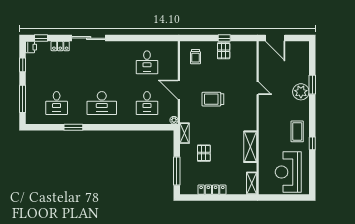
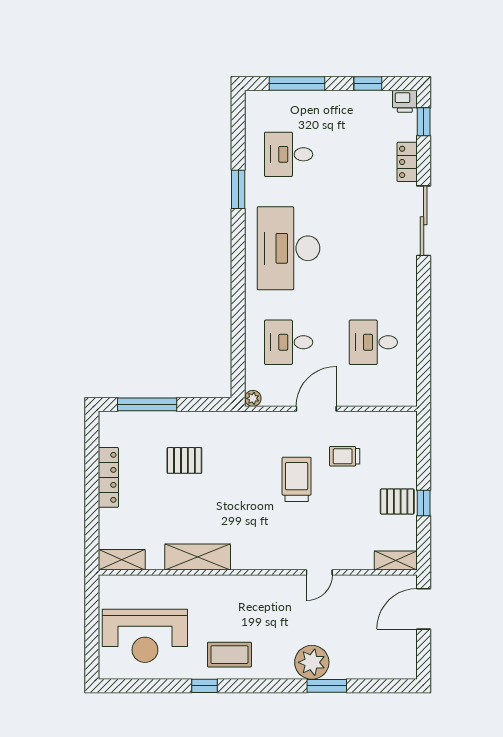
trolley: (195, 57) -> (345, 456), moved
desk: (102, 103) -> (289, 248), width x1.36, depth x1.30
shelving: (185, 133) -> (396, 561), moved
reception desk: (288, 172) -> (145, 636), turned 180

